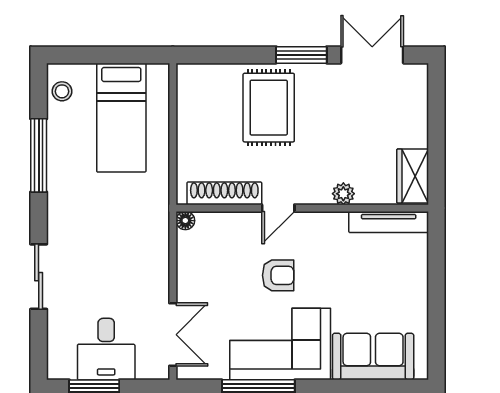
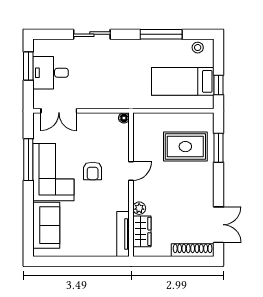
window: (128, 55) -> (218, 85), added
window: (301, 55) -> (218, 148), moved
rug: (269, 108) -> (185, 147), moved
wardrobe: (413, 176) -> (142, 231), moved, turned 90
shoe rack: (224, 193) -> (193, 250), moved, turned -90
door: (278, 208) -> (131, 171), swing flipped

